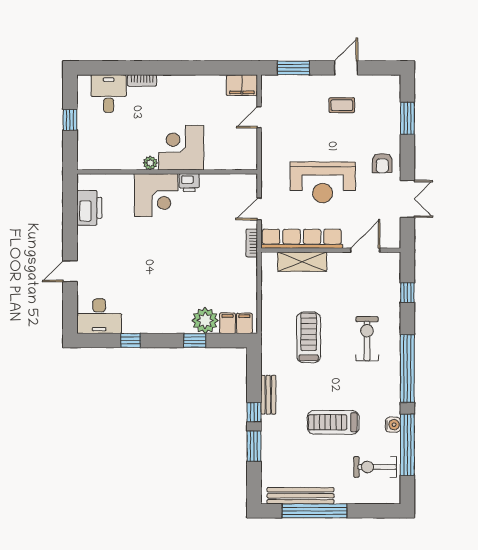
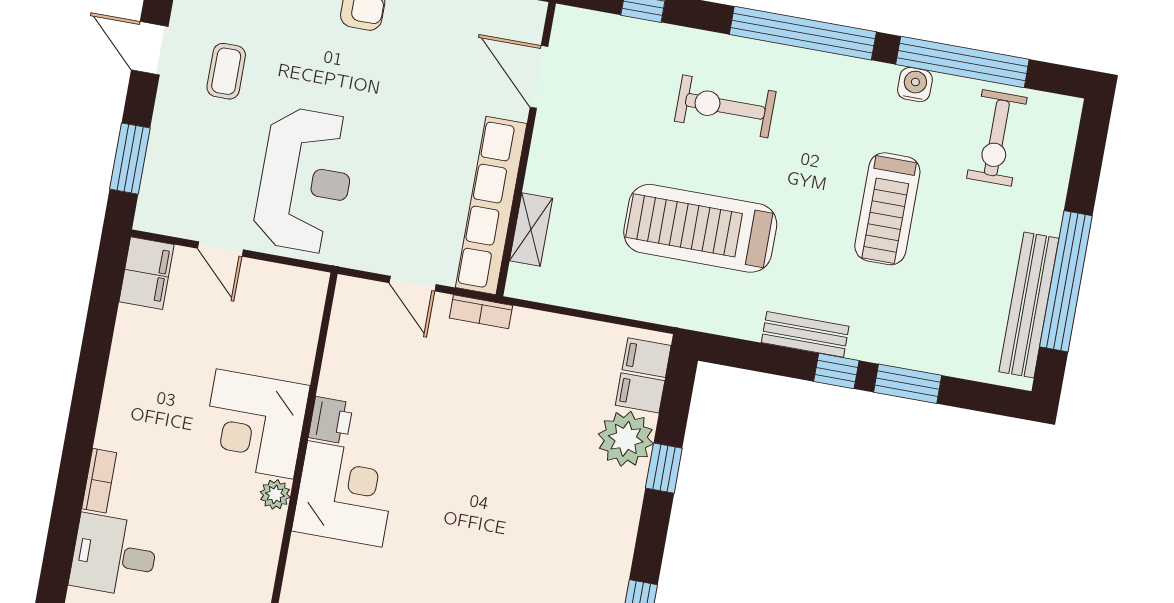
reception desk: (323, 182) -> (305, 180), moved
shelving: (302, 262) -> (531, 229), width x0.67, depth x0.75
treadmill: (309, 337) -> (700, 228), width x1.37, depth x1.38

